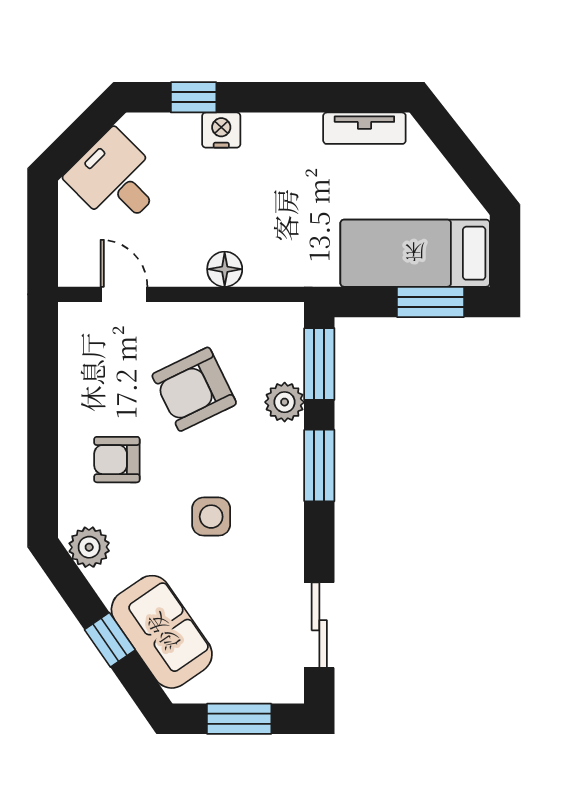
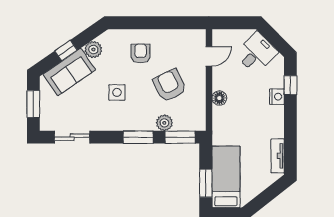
plant: (89, 547) -> (93, 50), moved

